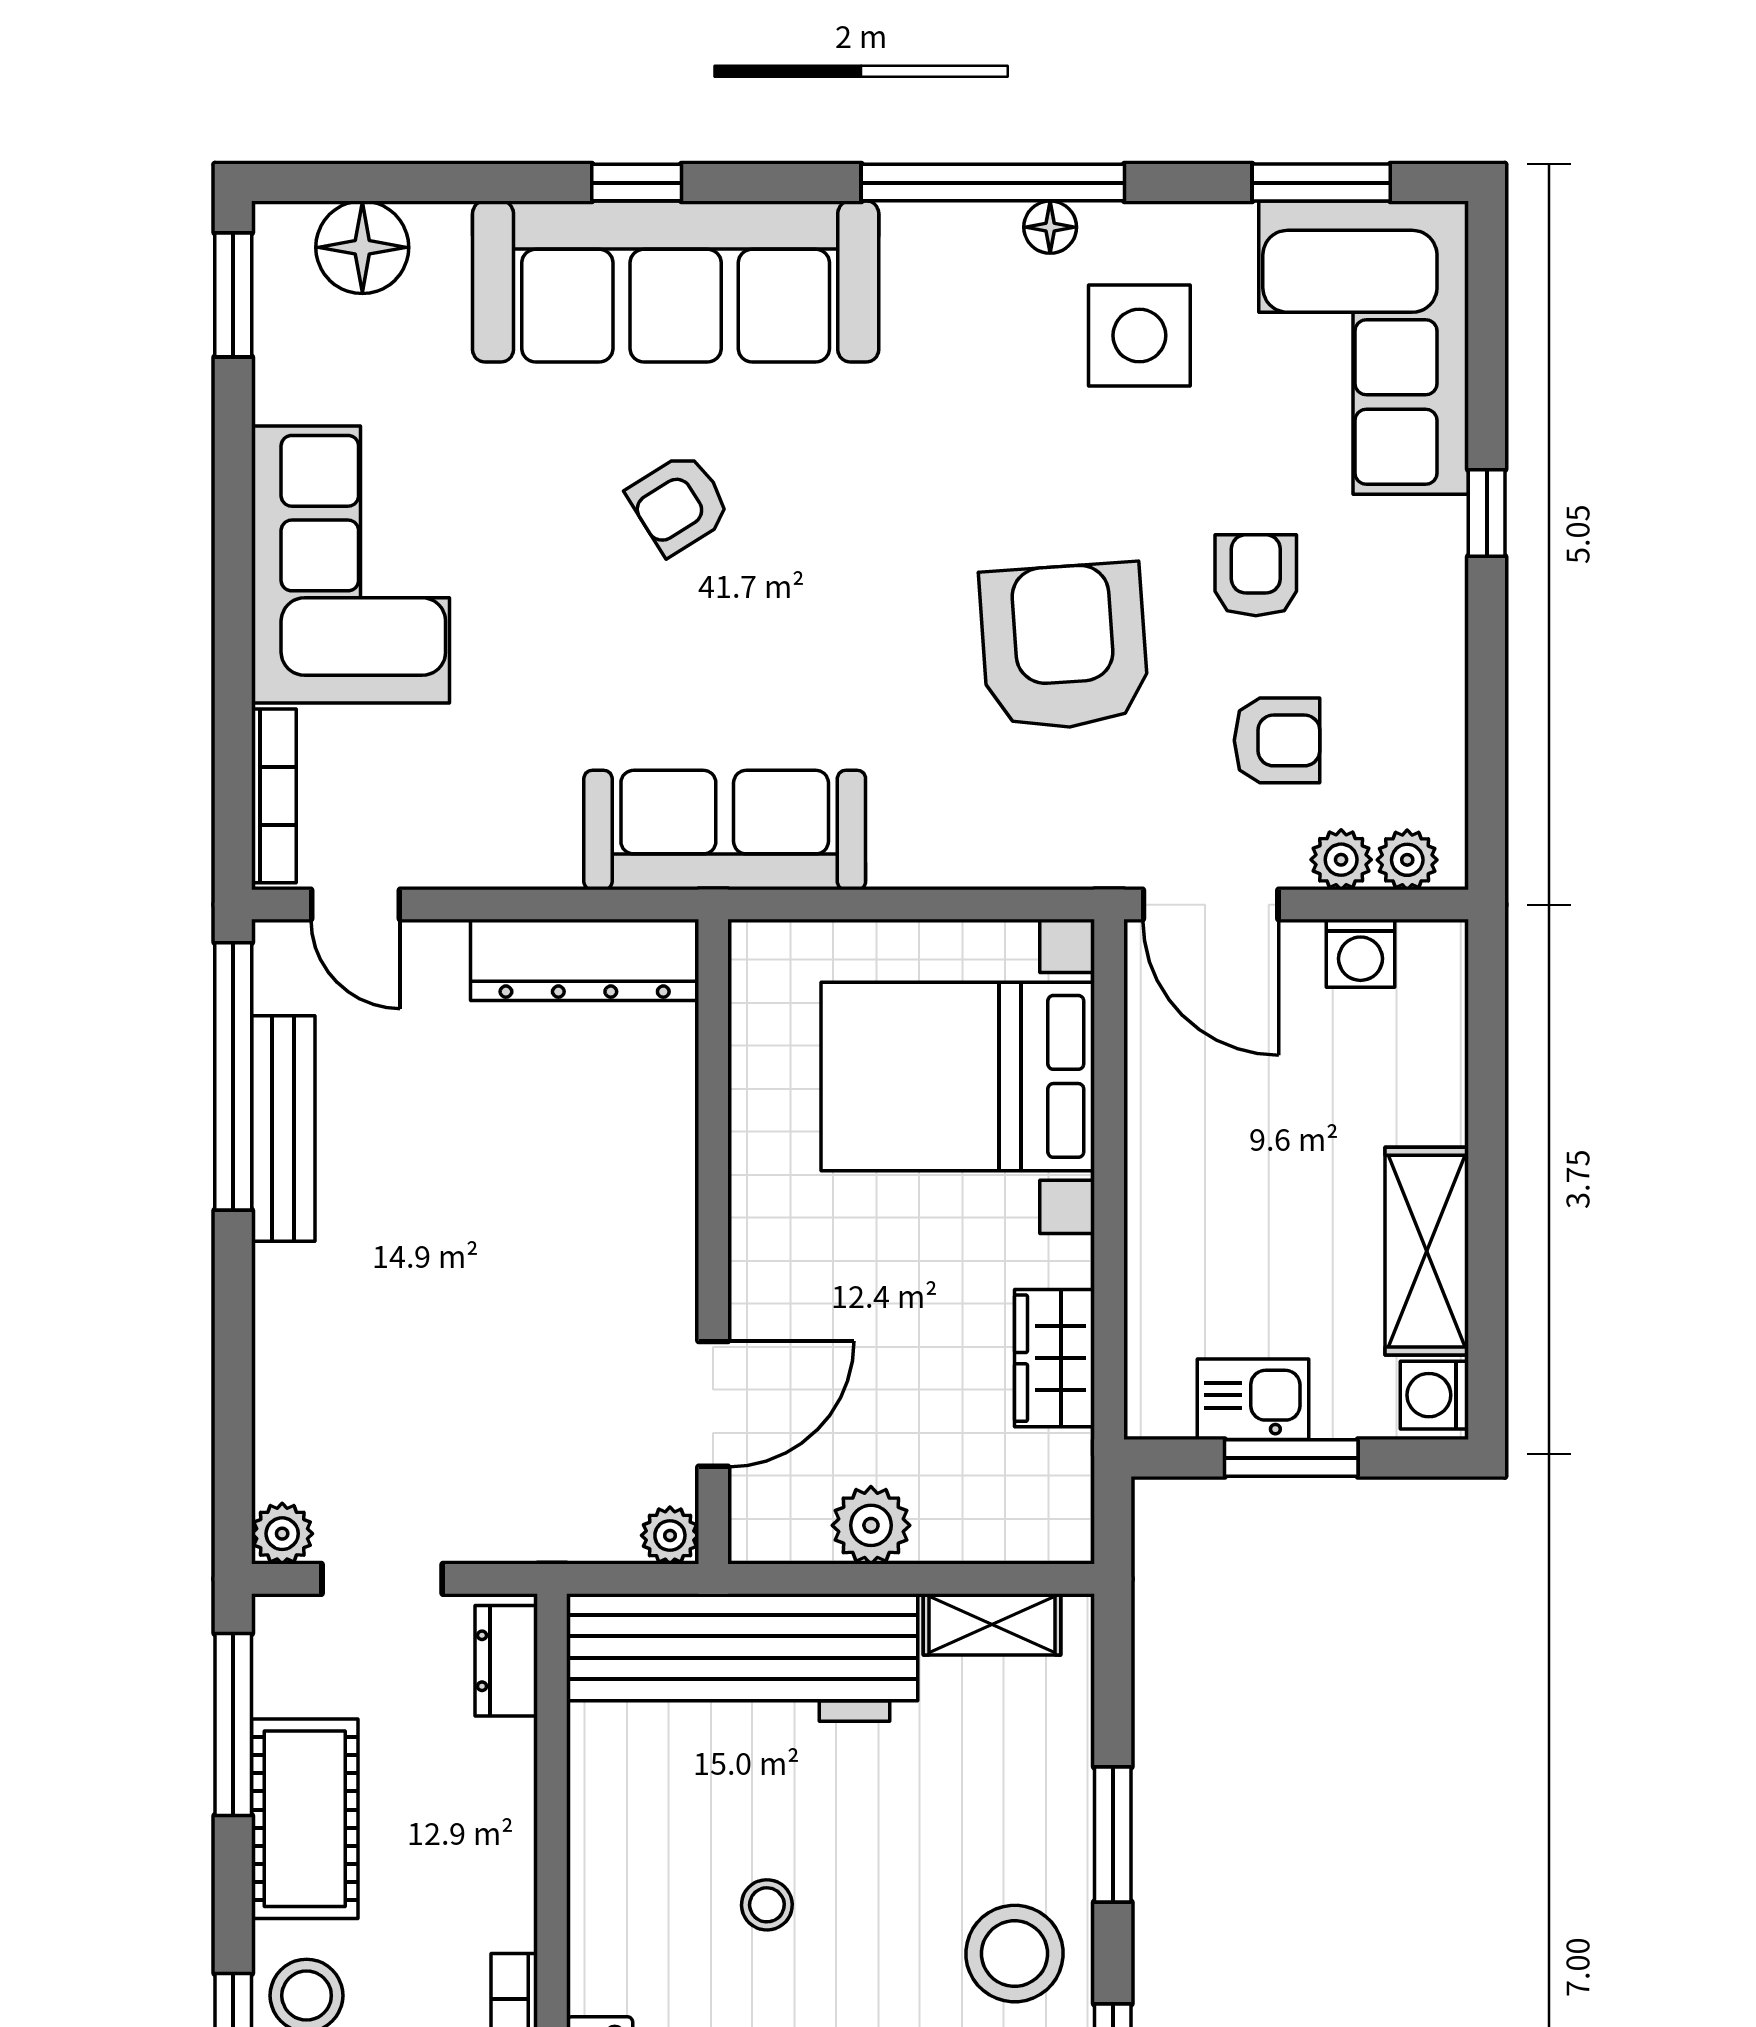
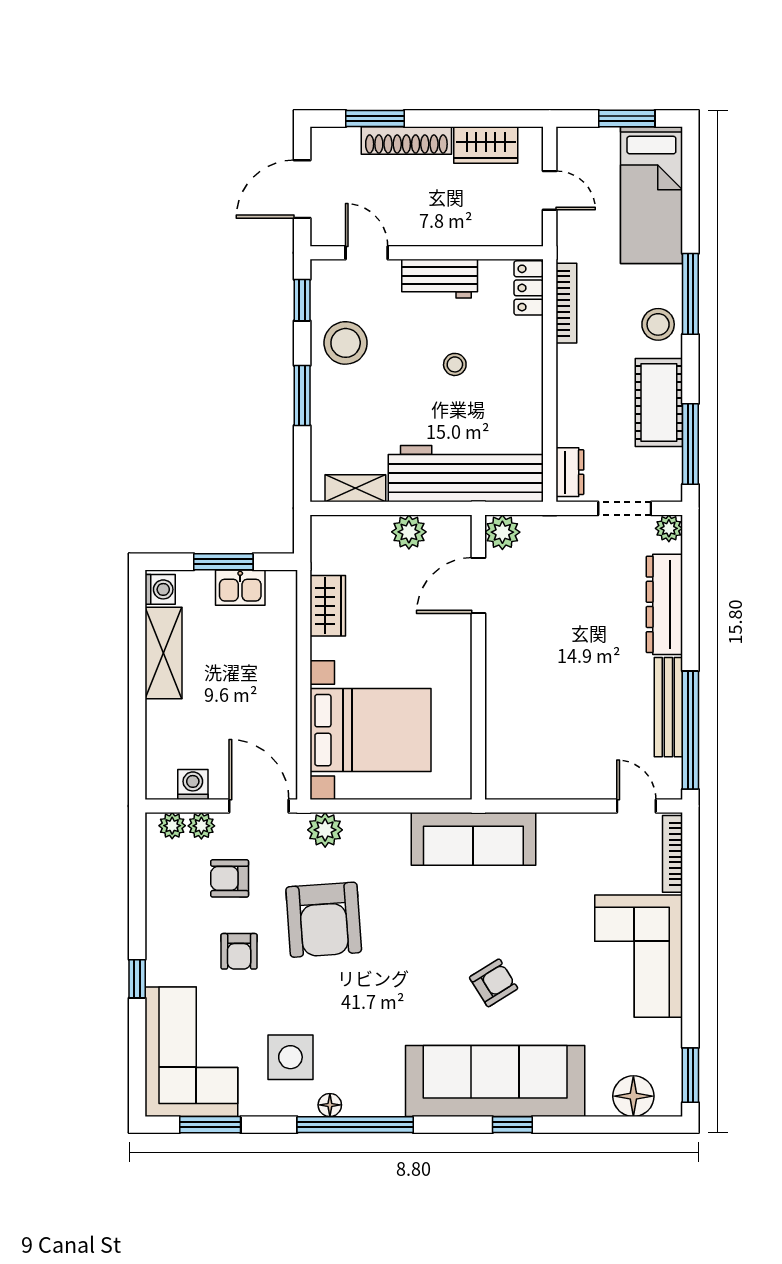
plant: (1061, 850) -> (325, 830), added
dresser: (585, 960) -> (664, 604), moved, turned -90
plant: (670, 1535) -> (502, 532), width x1.38, depth x1.38

